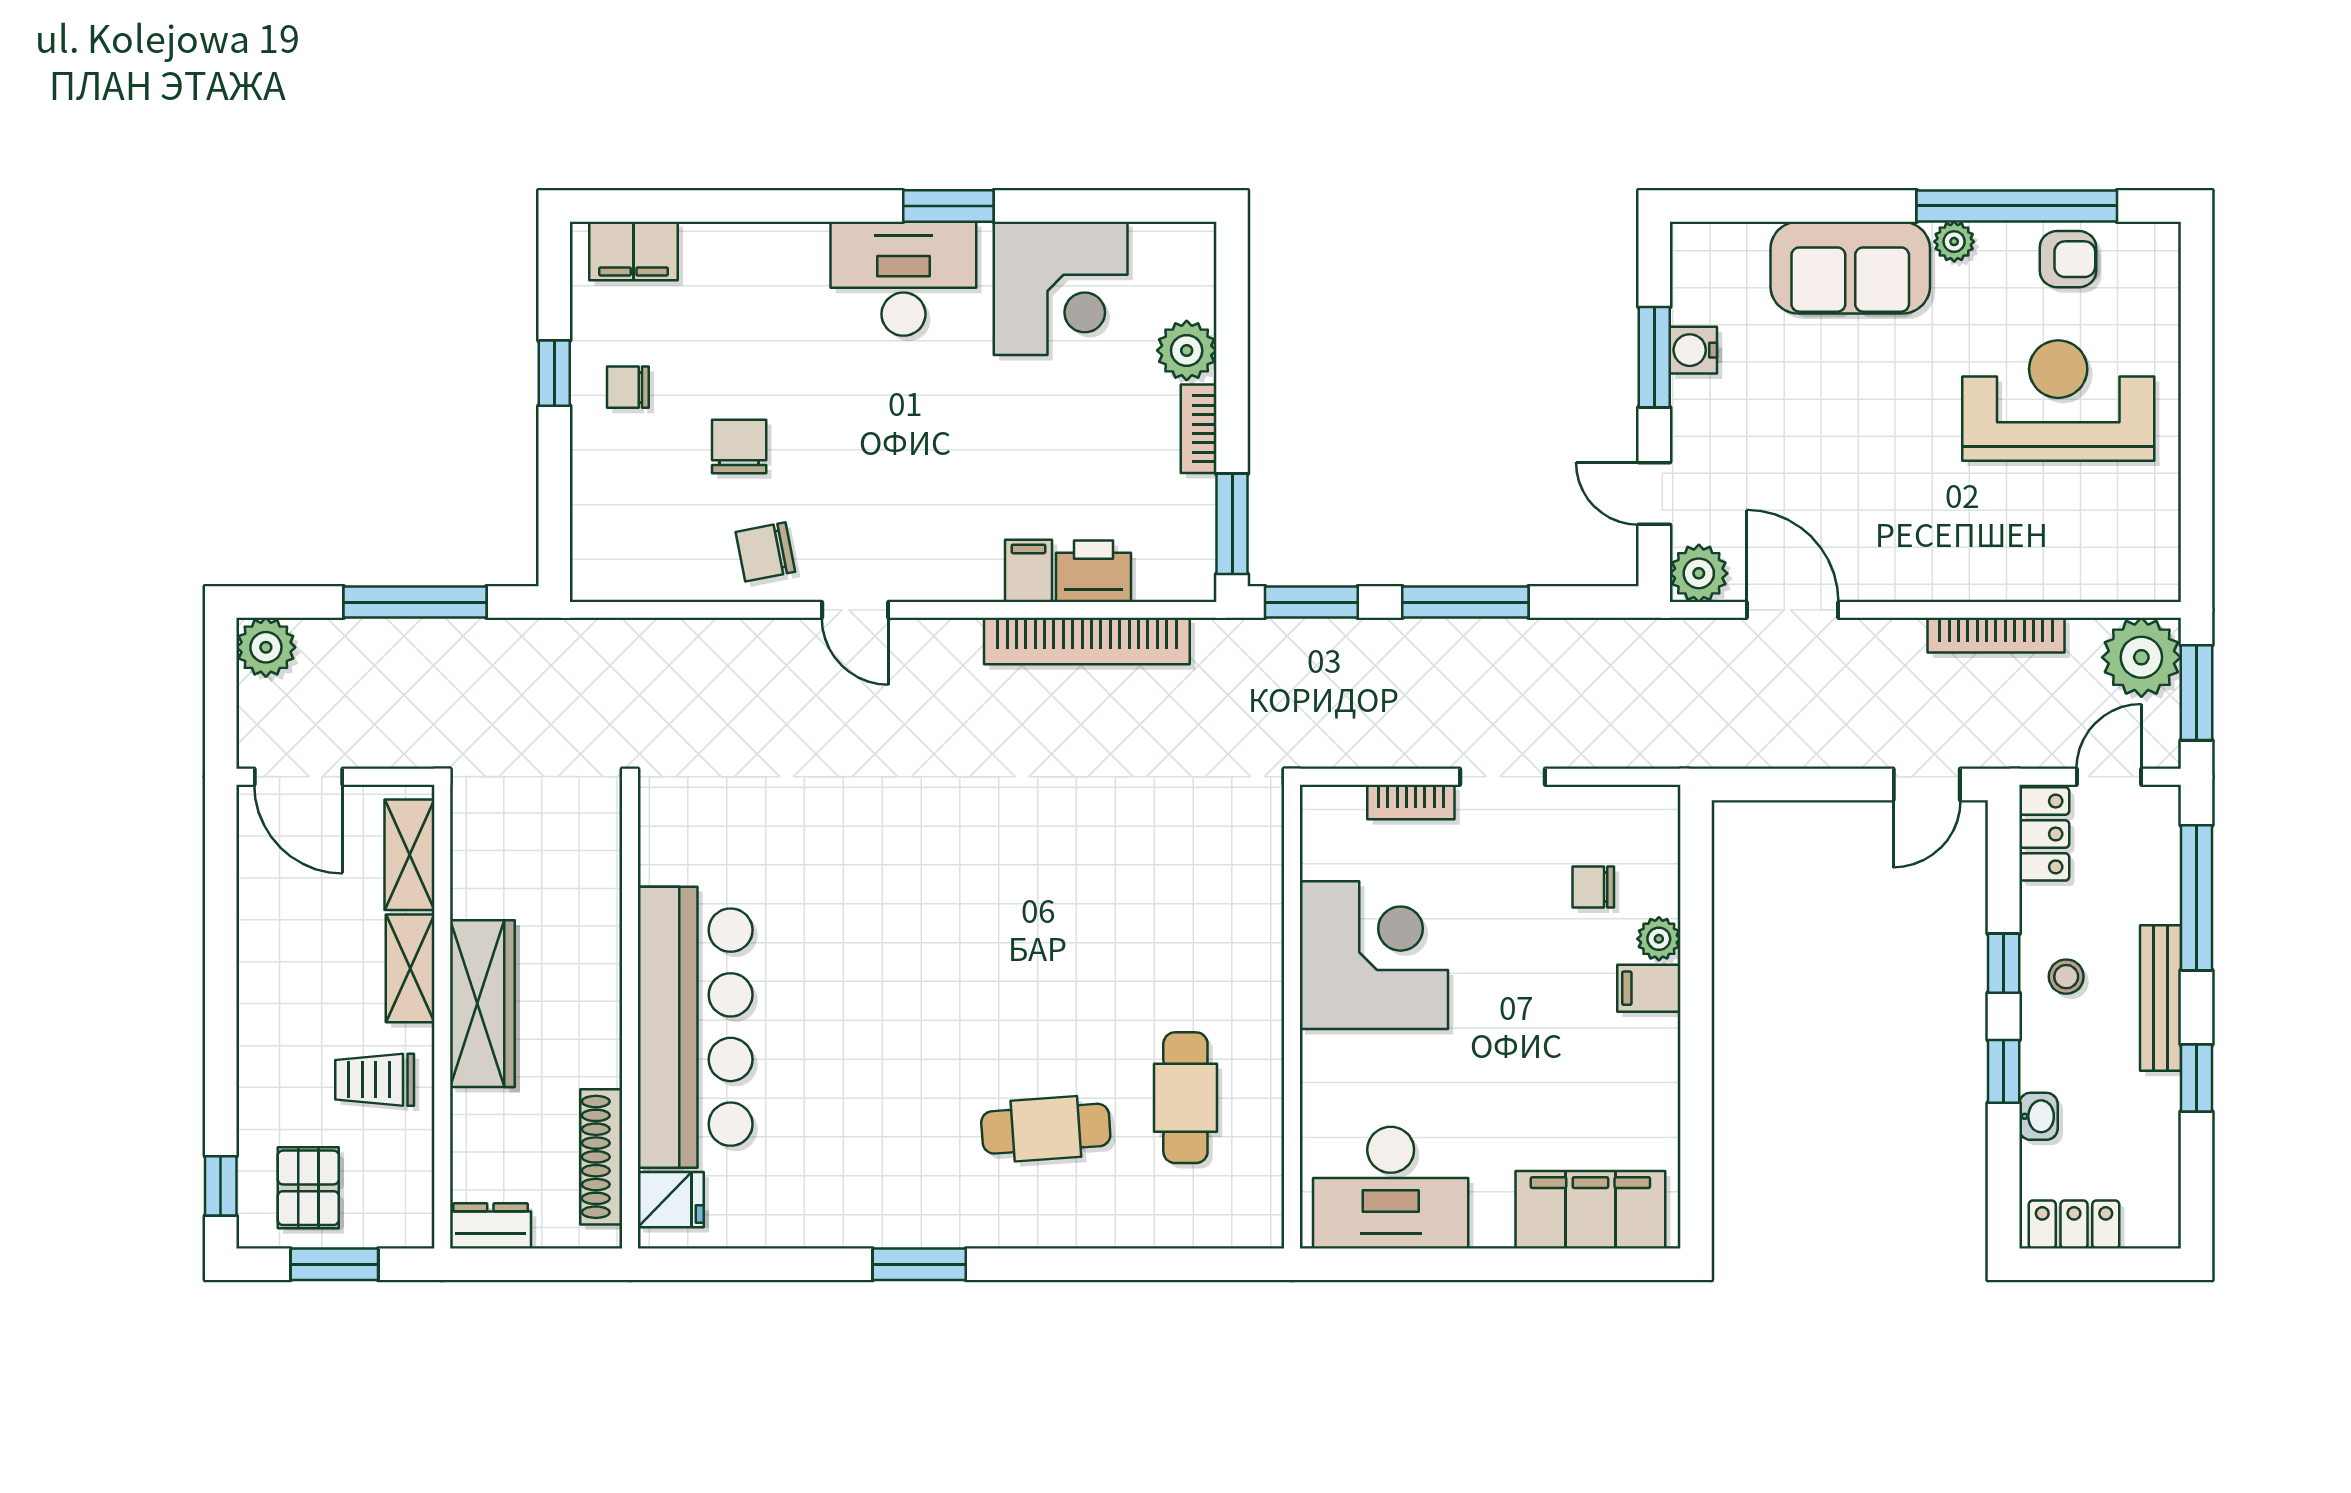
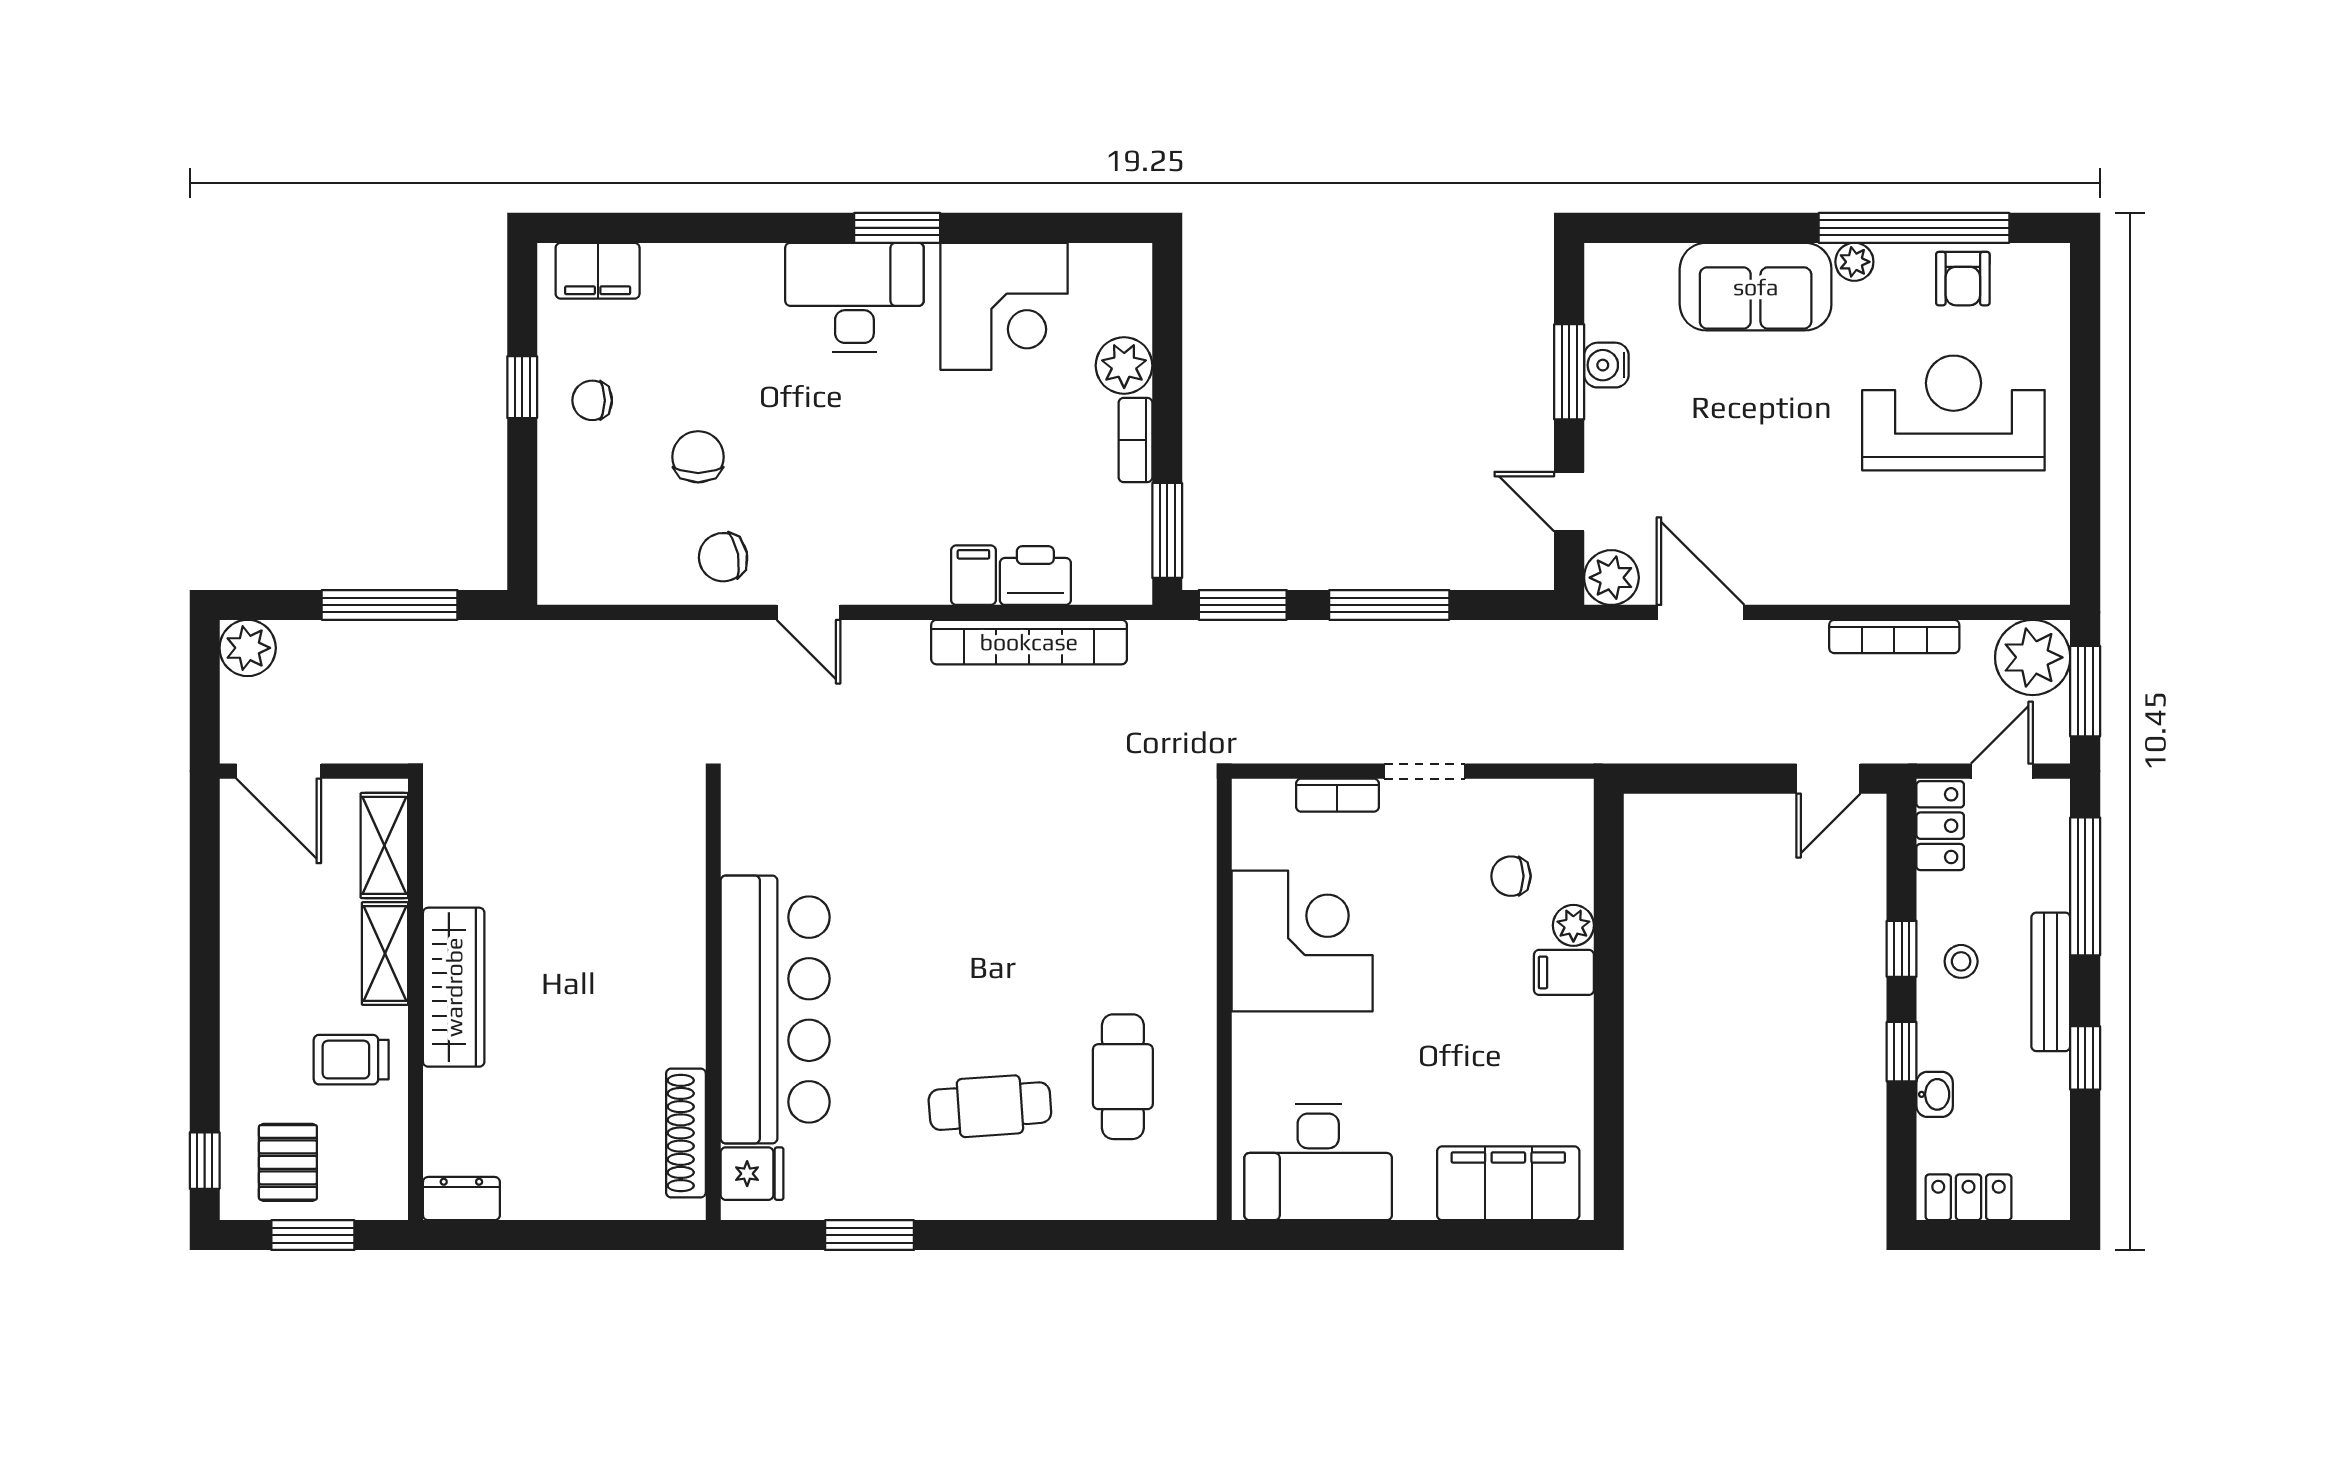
armchair: (2068, 259) -> (1963, 279), turned 90
wall: (630, 1017) -> (713, 999), moved
bar counter: (695, 1027) -> (775, 1010), moved
shoe rack: (601, 1157) -> (686, 1133), moved
fridge: (671, 1200) -> (752, 1174), moved

